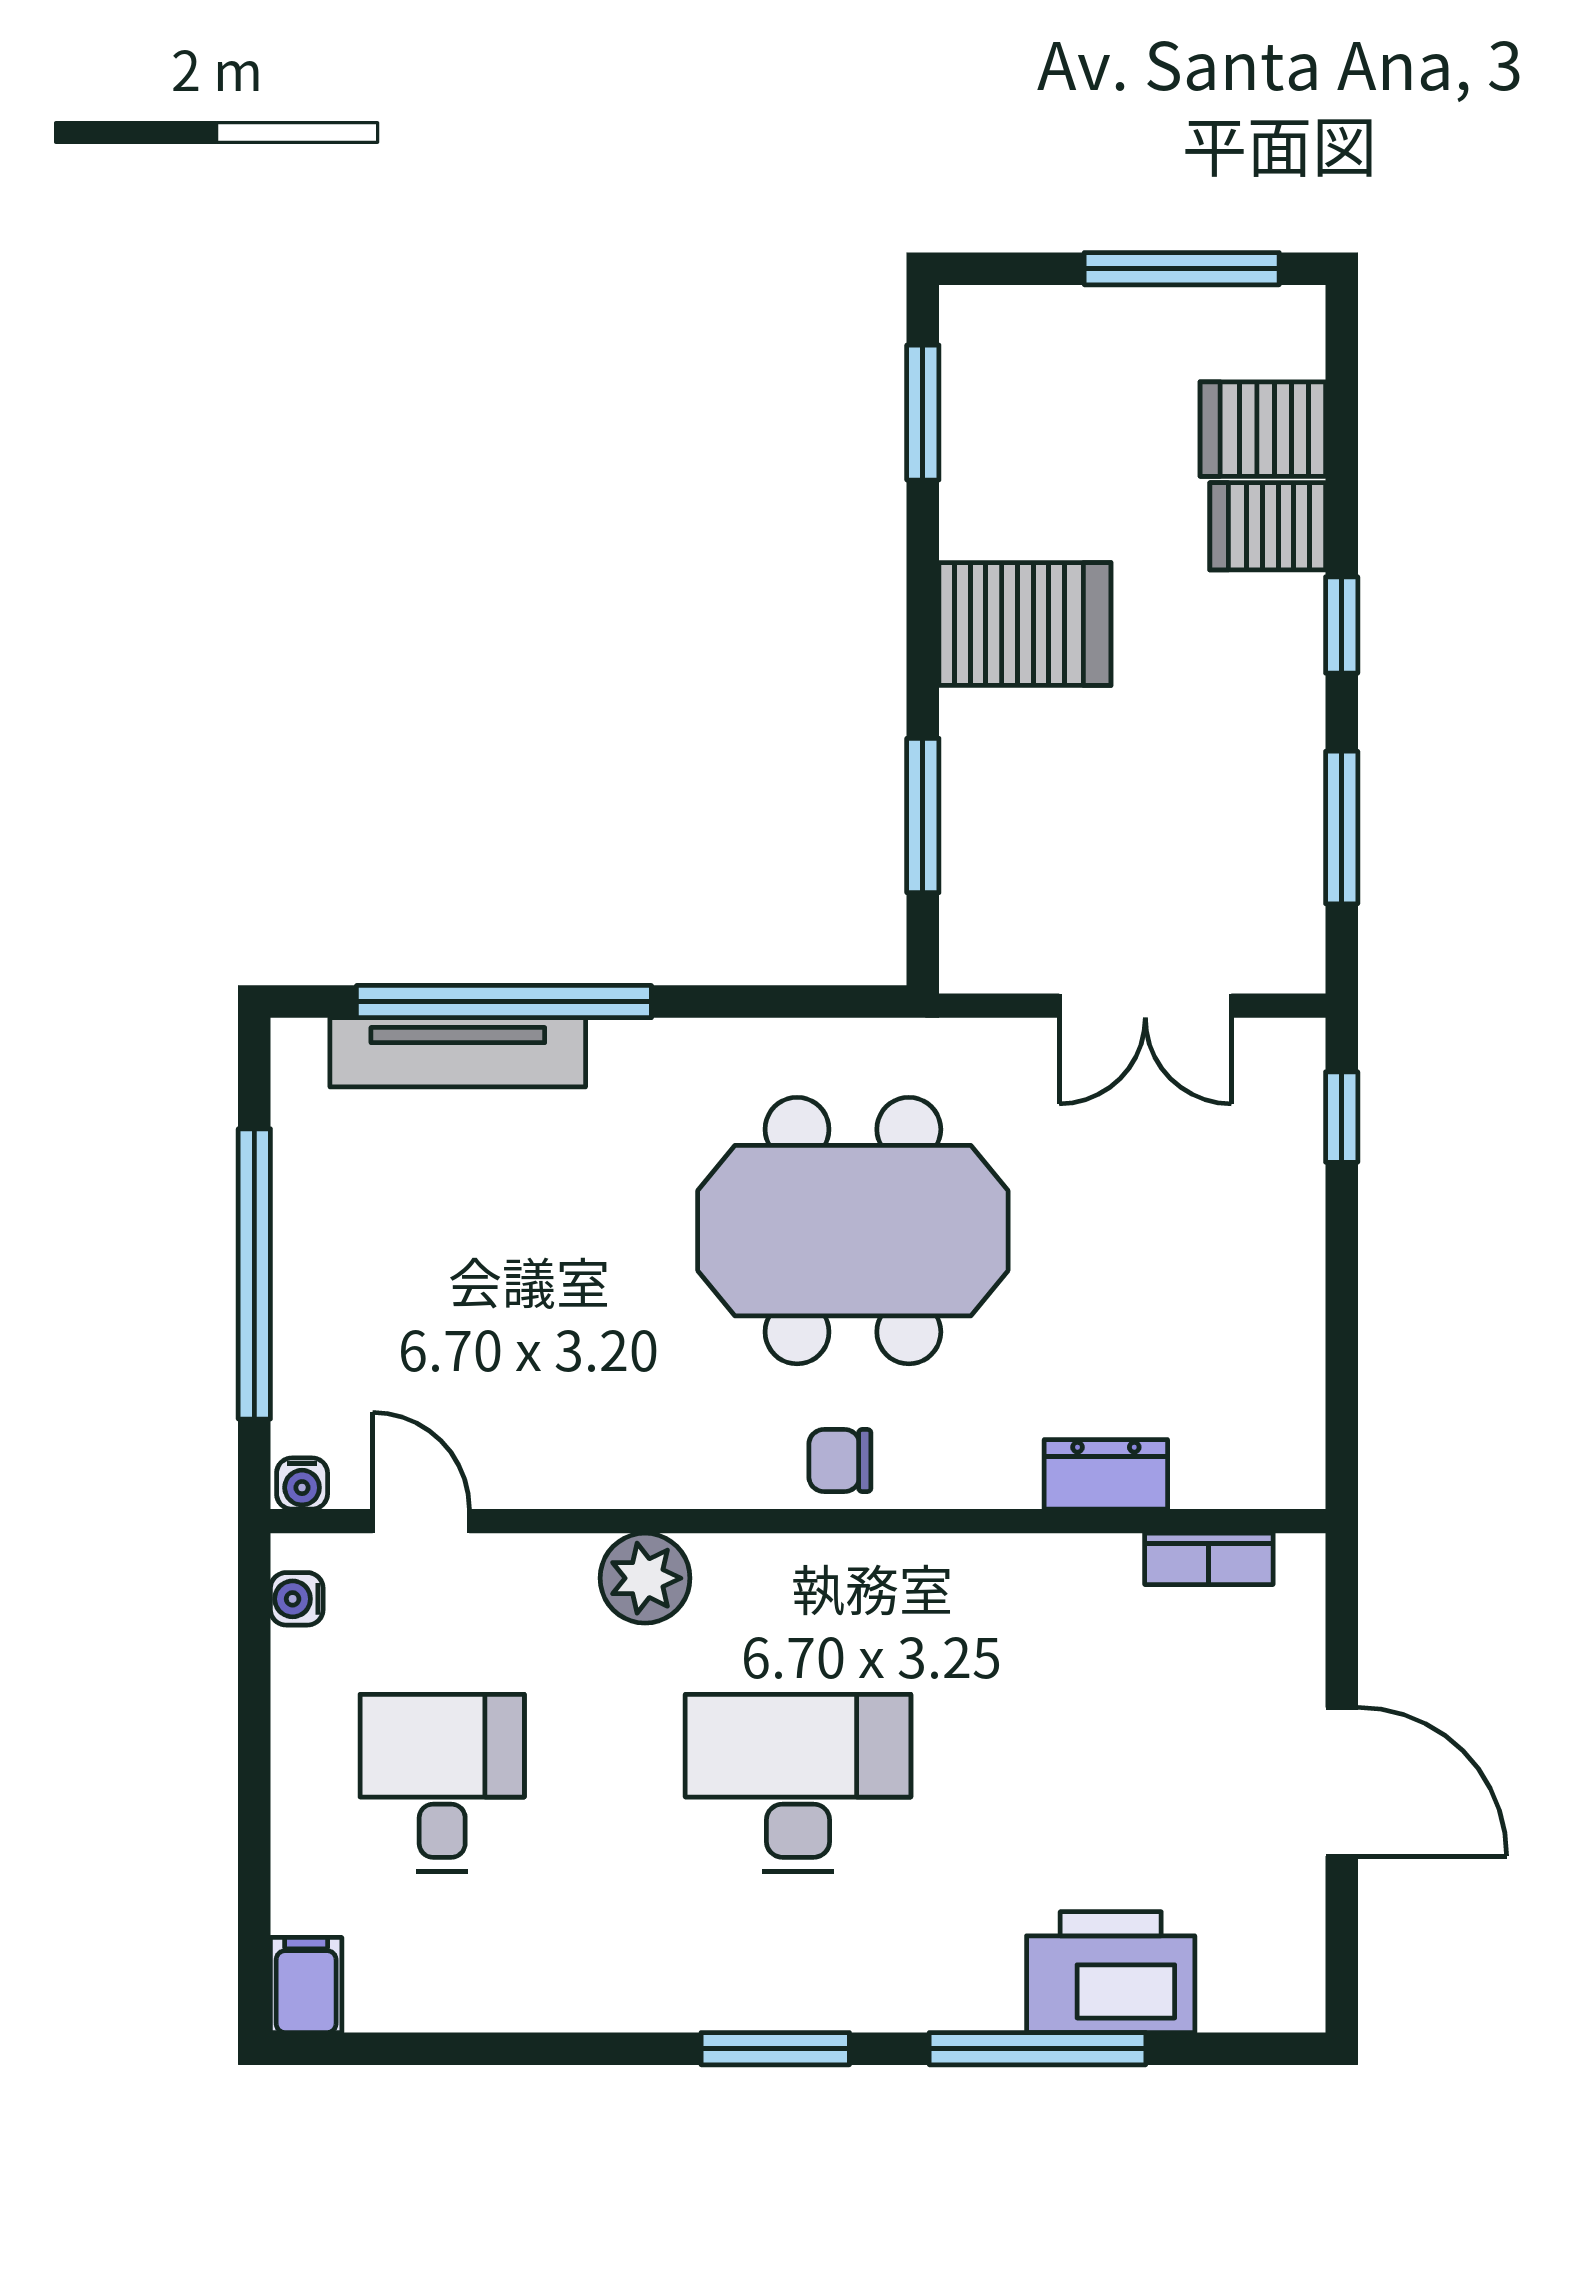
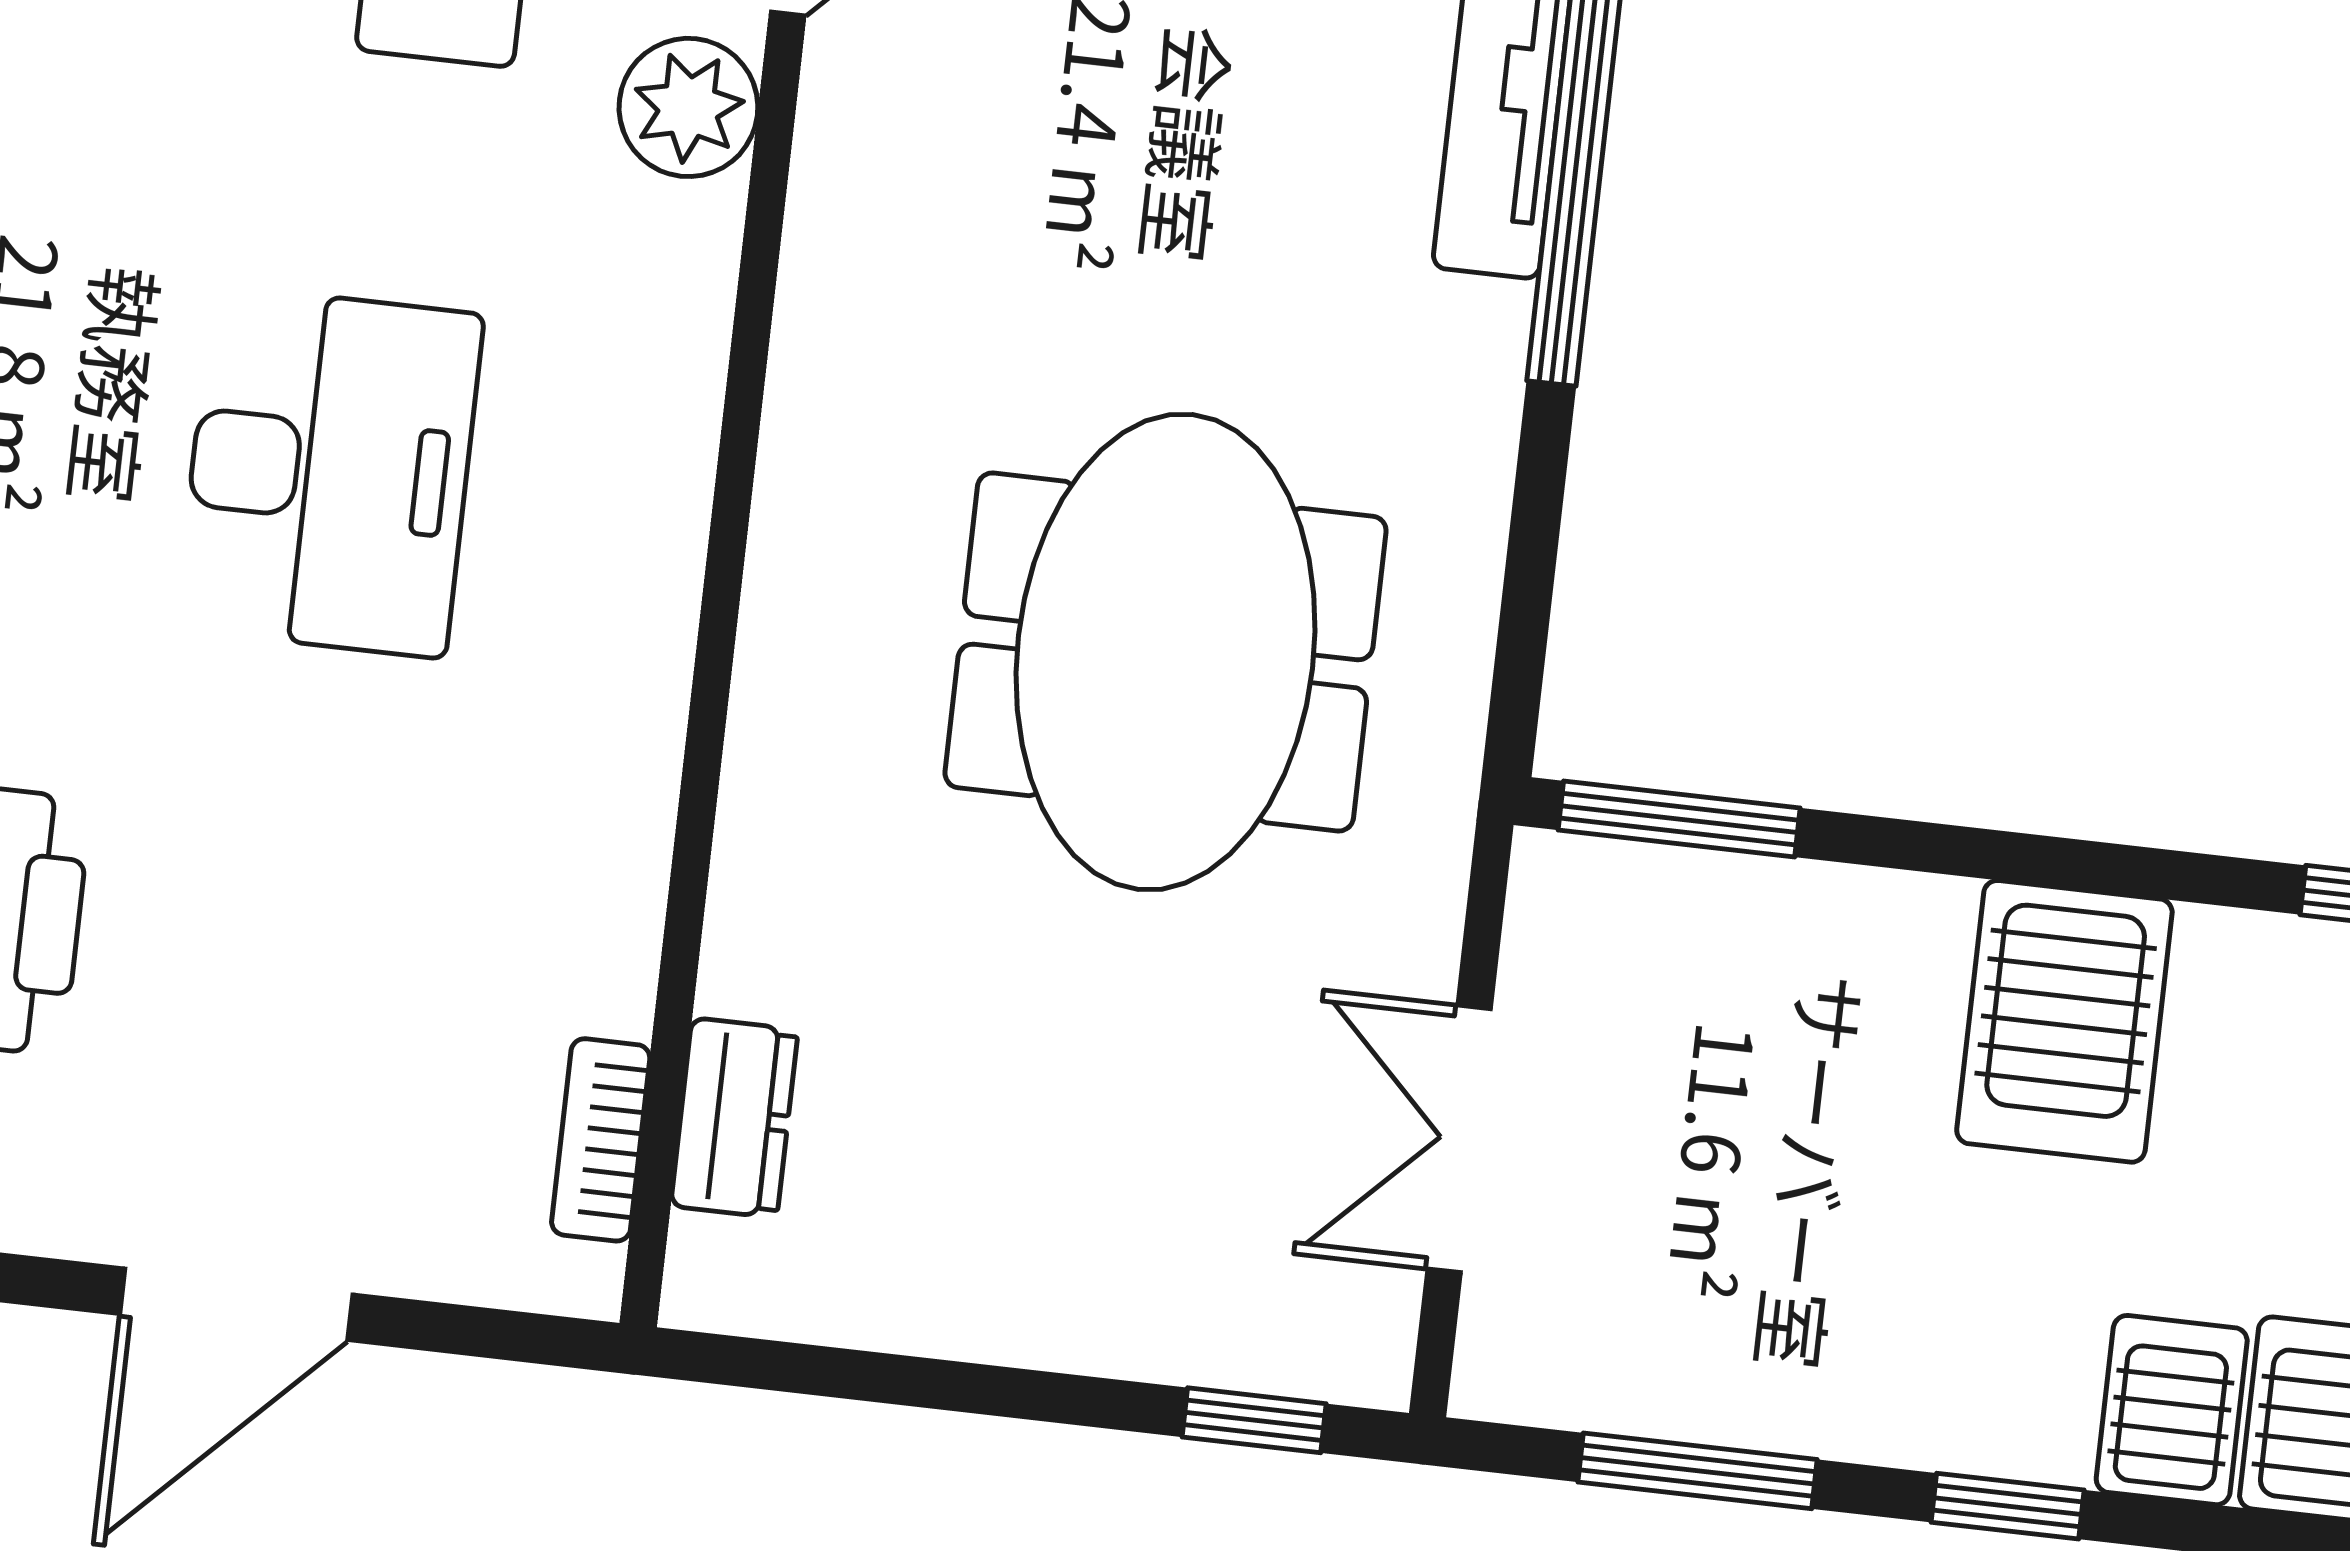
window: (923, 816) -> (1679, 819), moved
chair: (840, 1460) -> (816, 592), removed
dresser: (1106, 1474) -> (734, 1118), moved
plant: (645, 1578) -> (688, 107), moved

